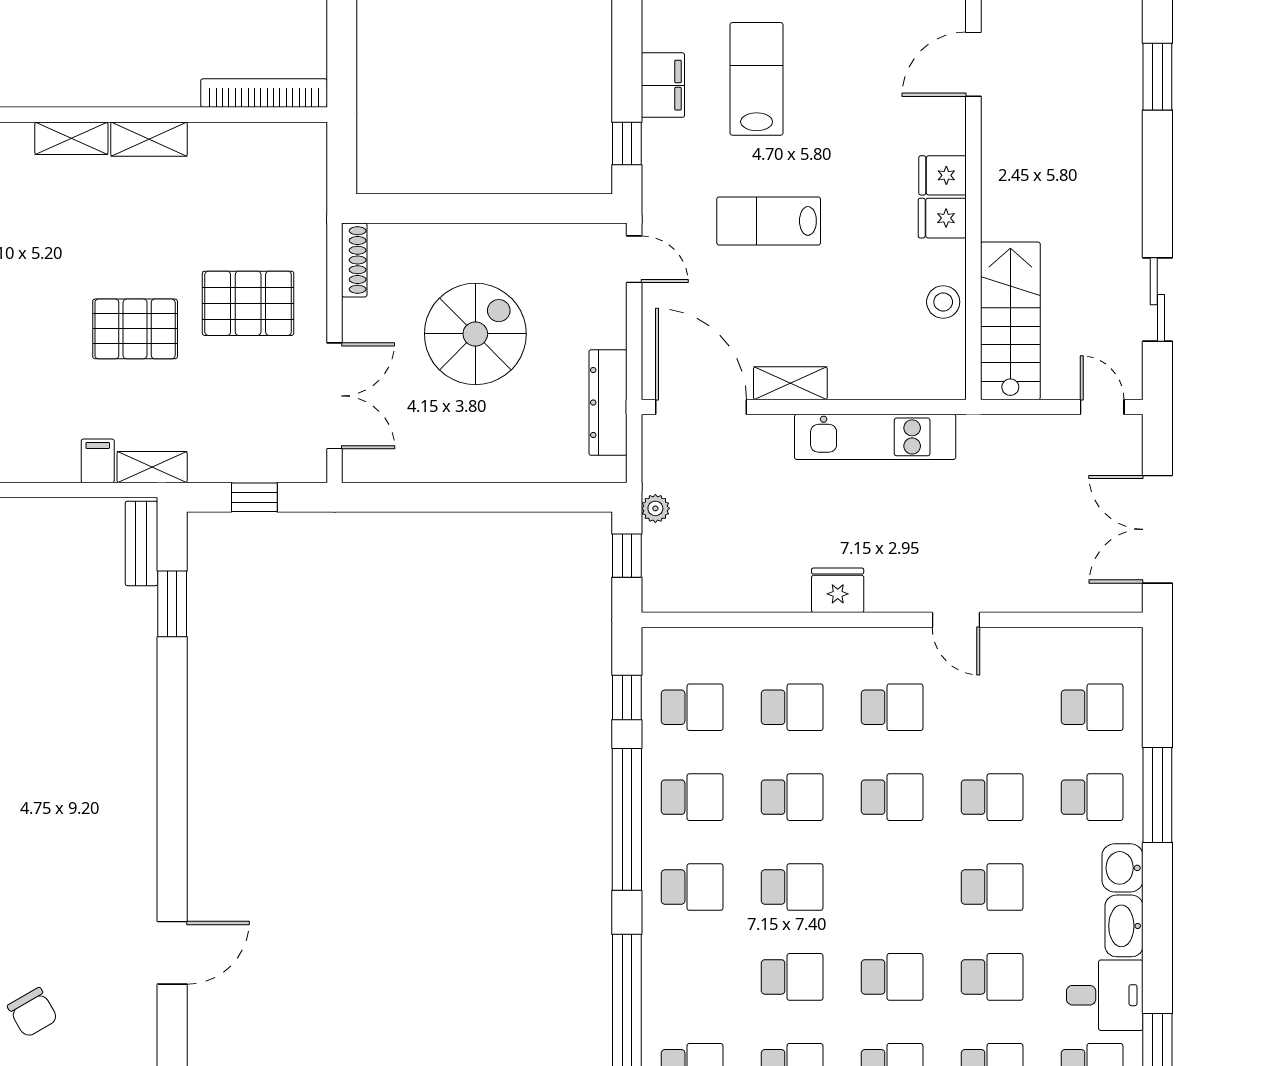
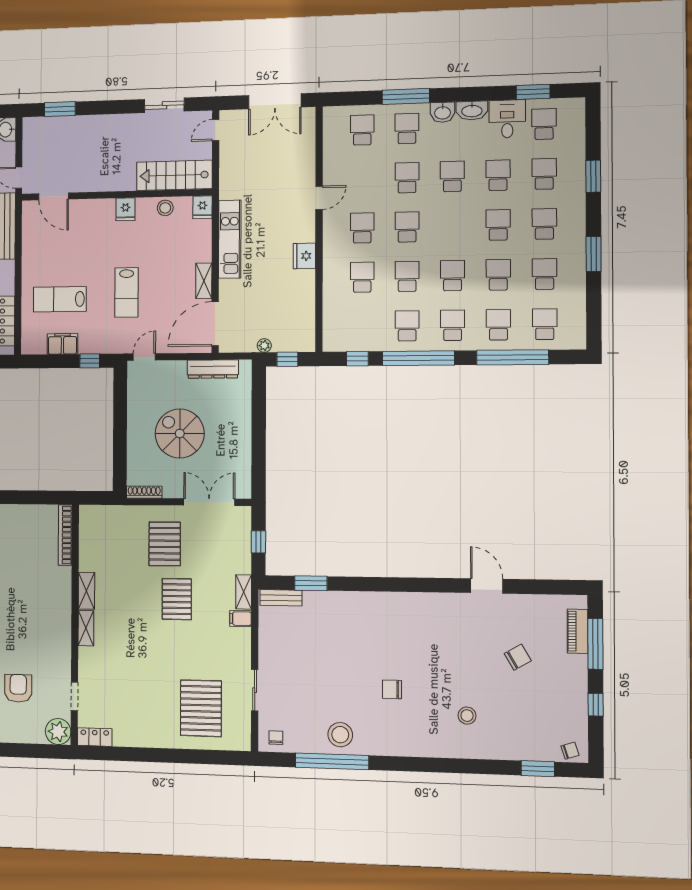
fridge: (943, 175) -> (202, 207), moved
school desk: (692, 707) -> (498, 325), moved

